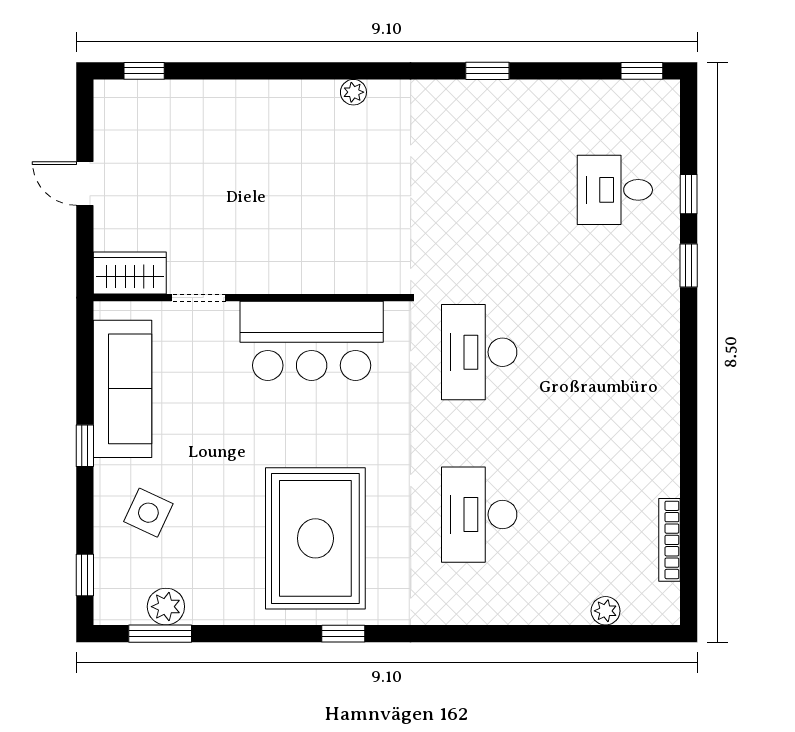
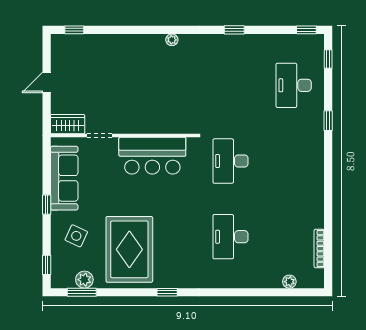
door: (85, 183) -> (47, 82), hinge flipped
desk: (615, 190) -> (294, 85), width x1.37
window: (689, 194) -> (328, 59), moved
rug: (315, 538) -> (129, 249), moved

